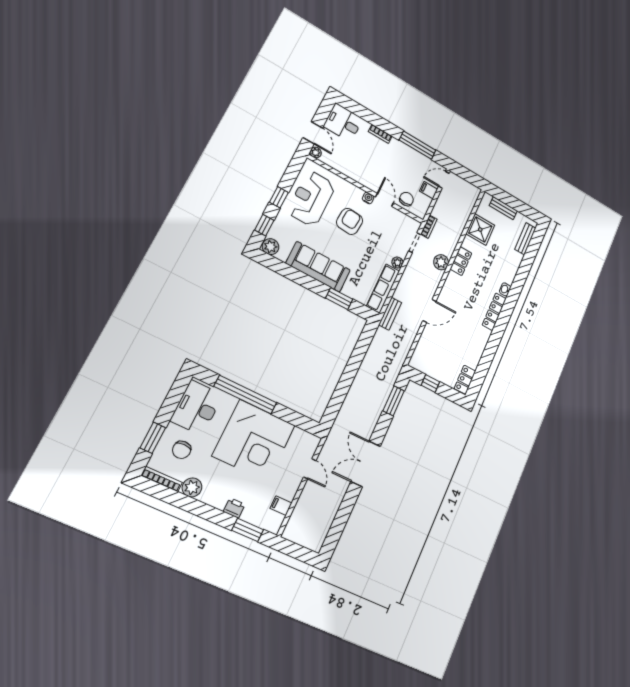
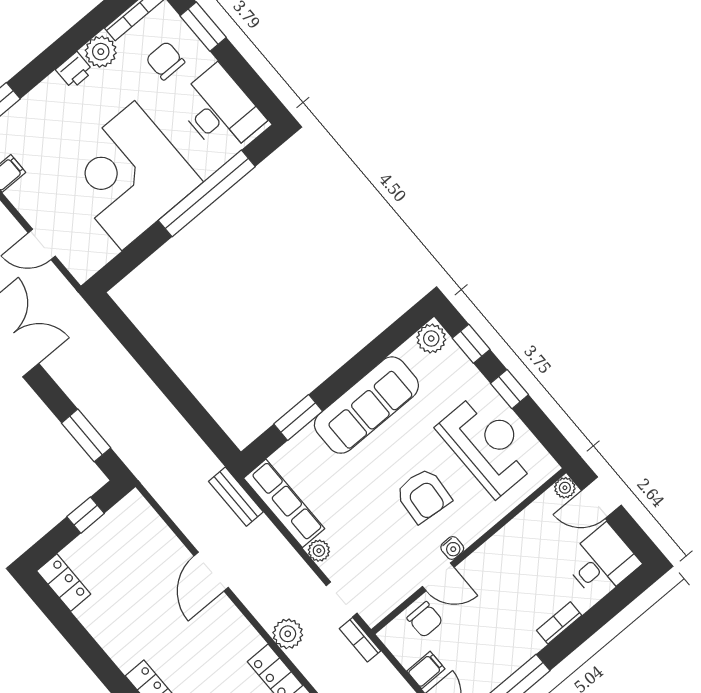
printer: (234, 508) -> (74, 70), moved

